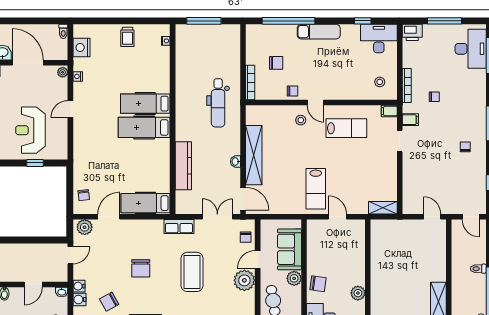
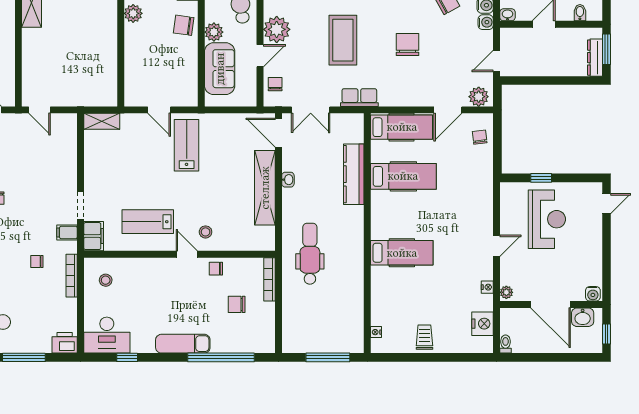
filing cabinet: (389, 111) -> (94, 236), width x2.00
hospital bed: (144, 127) -> (403, 176), moved

